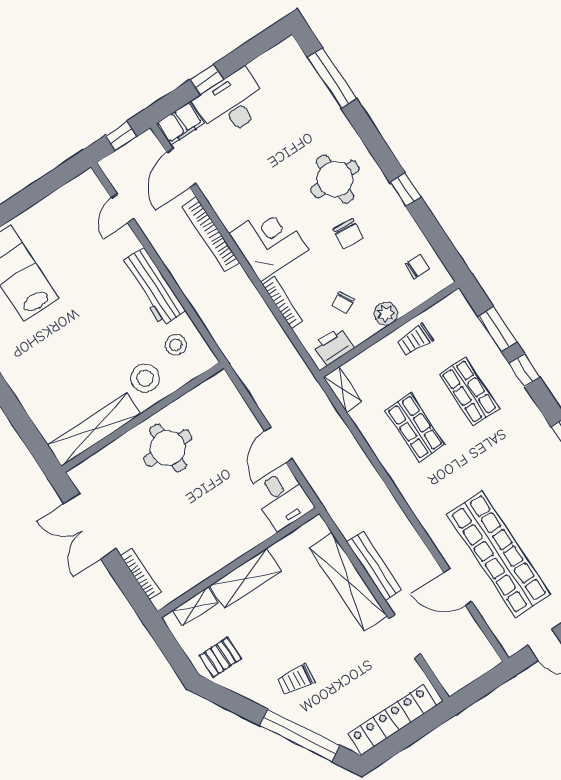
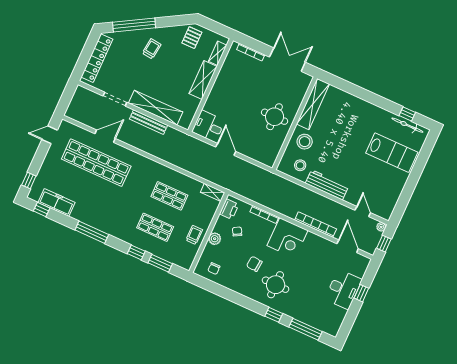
filing cabinet: (180, 124) -> (361, 266), removed
plant: (108, 165) -> (381, 227), added
window: (405, 190) -> (274, 315), moved

